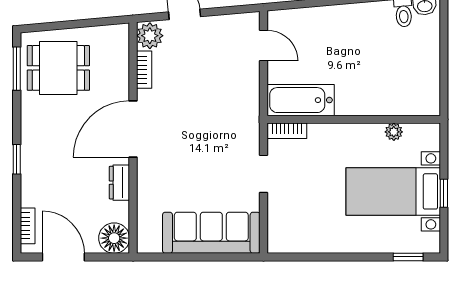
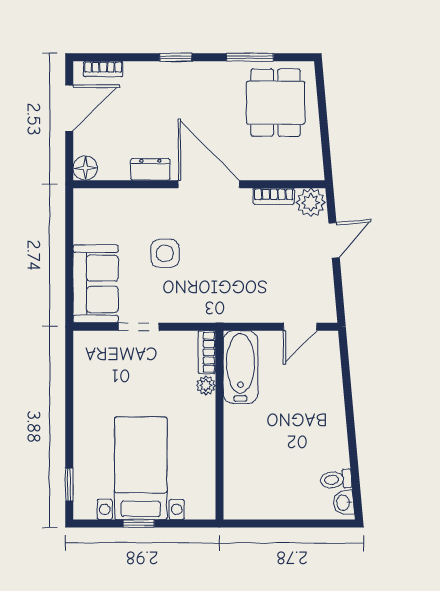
window: (17, 69) -> (250, 57), moved
plant: (394, 132) -> (206, 385), moved
side table: (196, 169) -> (165, 253), added
doorway: (264, 174) -> (139, 327), moved
sofa: (211, 233) -> (96, 284), width x0.73
floor lamp: (114, 238) -> (85, 168), width x0.73, depth x0.73

